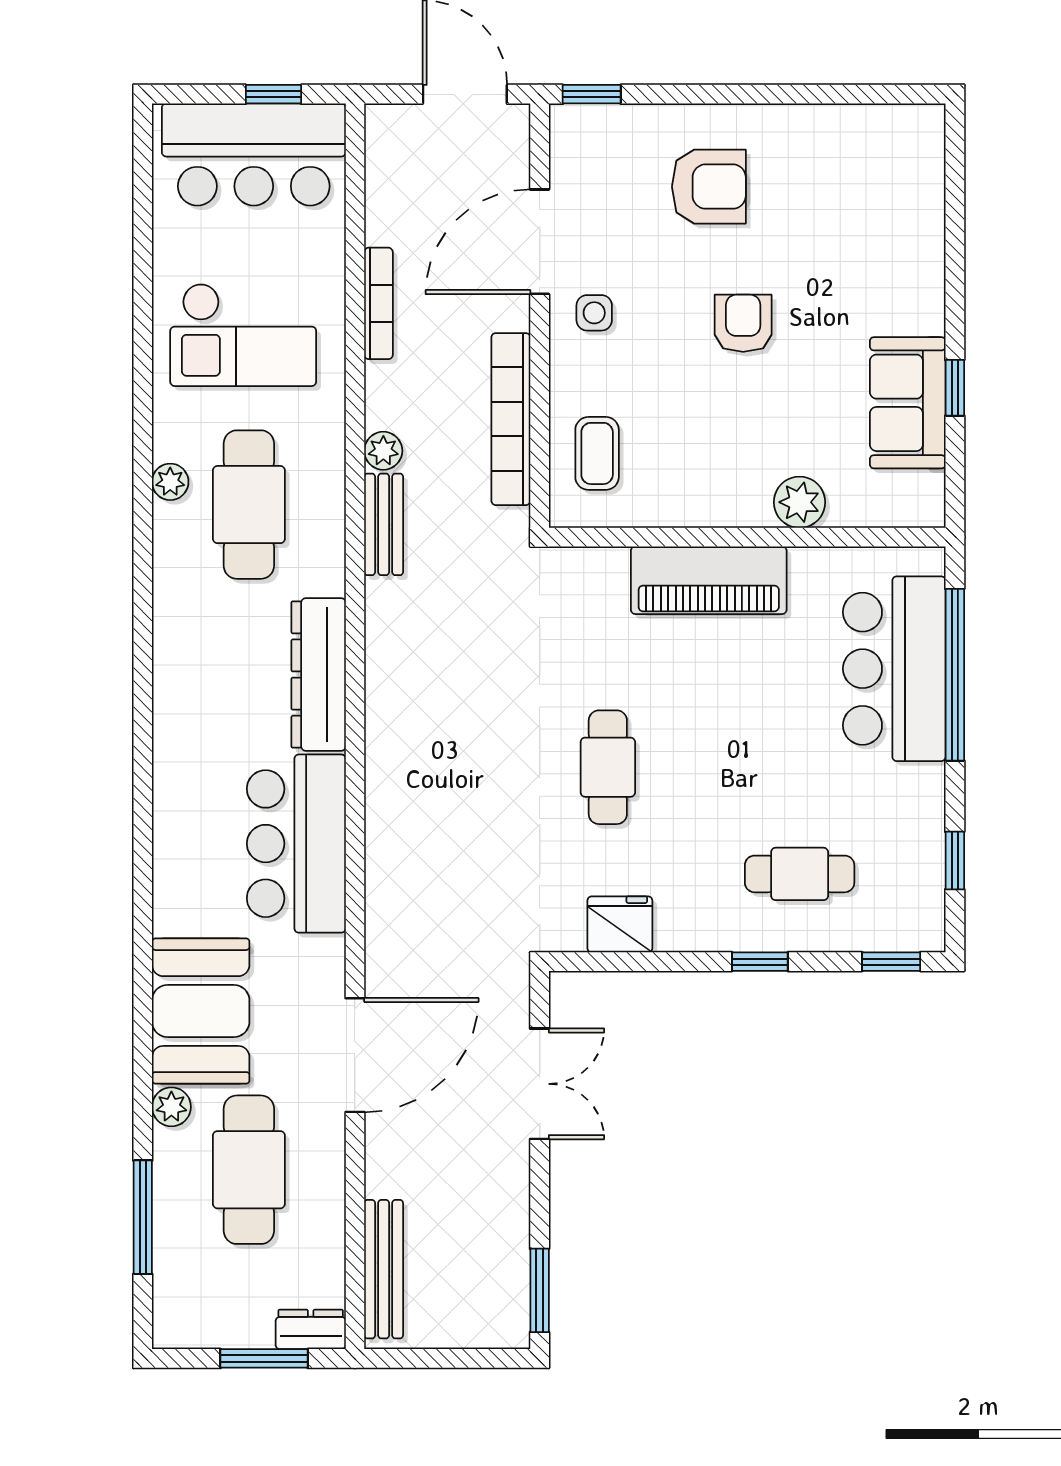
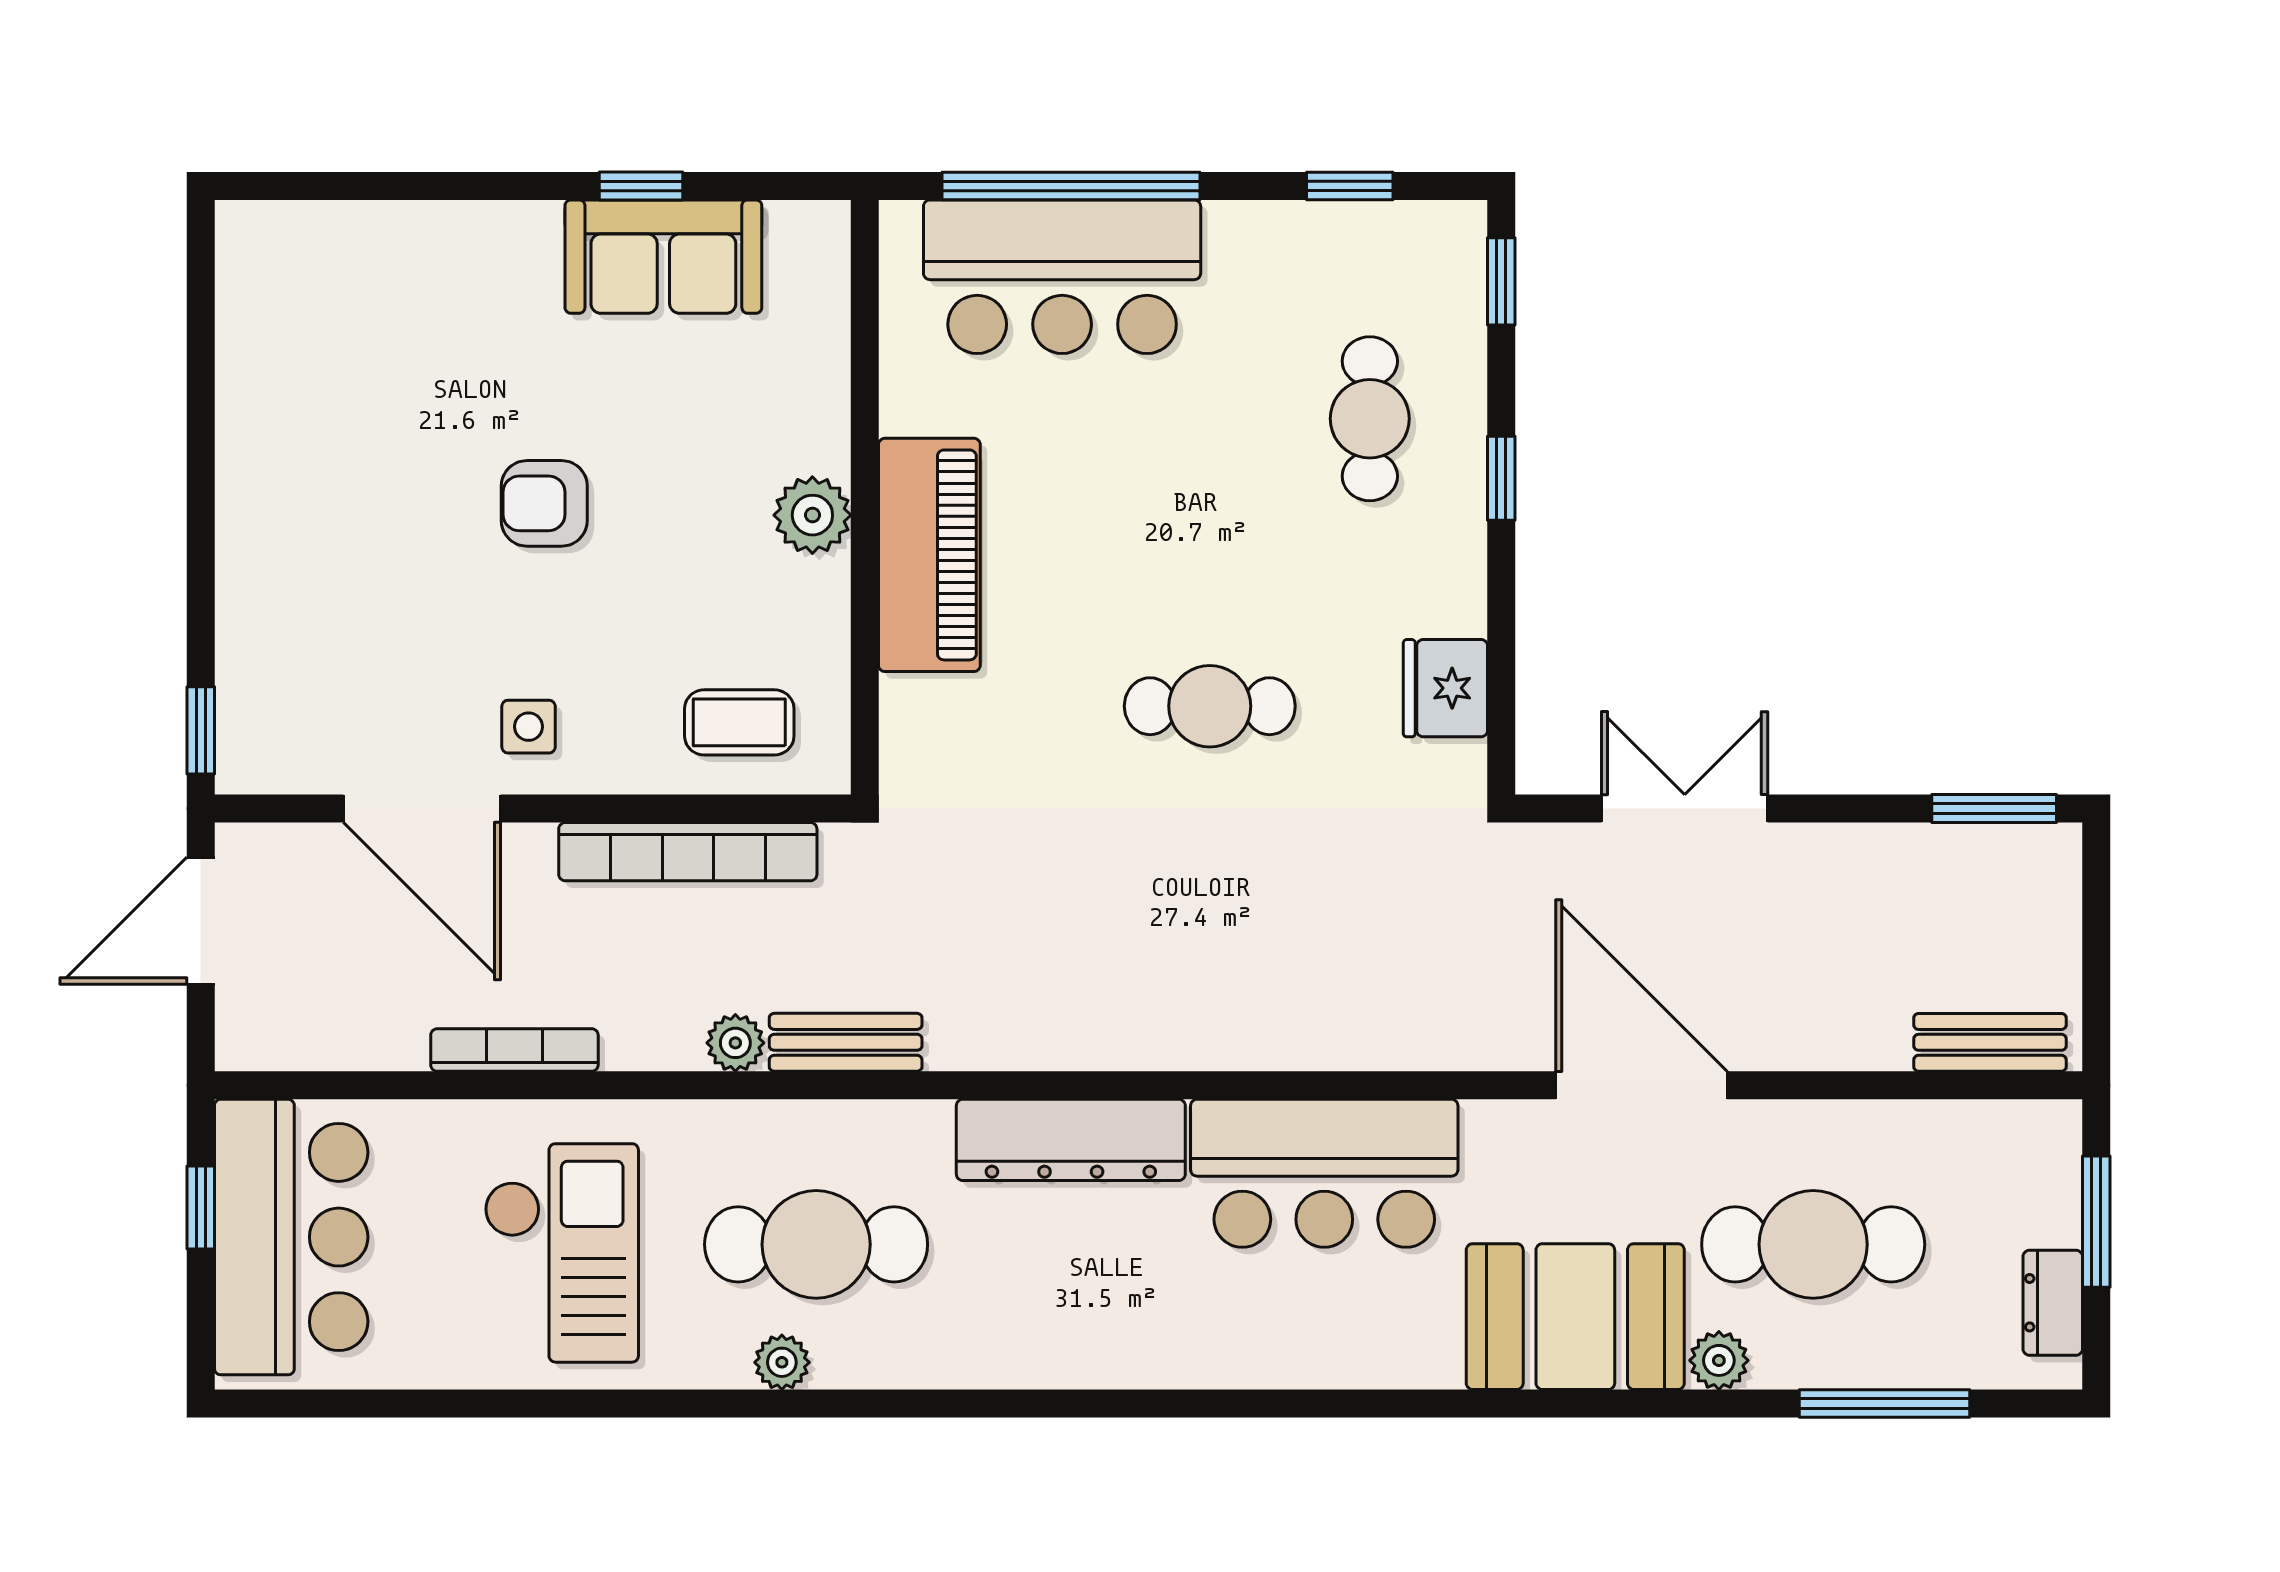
armchair: (709, 187) -> (339, 555), removed
plant: (799, 502) -> (812, 515), moved
bench: (384, 1269) -> (1990, 1042), width x0.73
dresser: (311, 1329) -> (2053, 1303), moved

